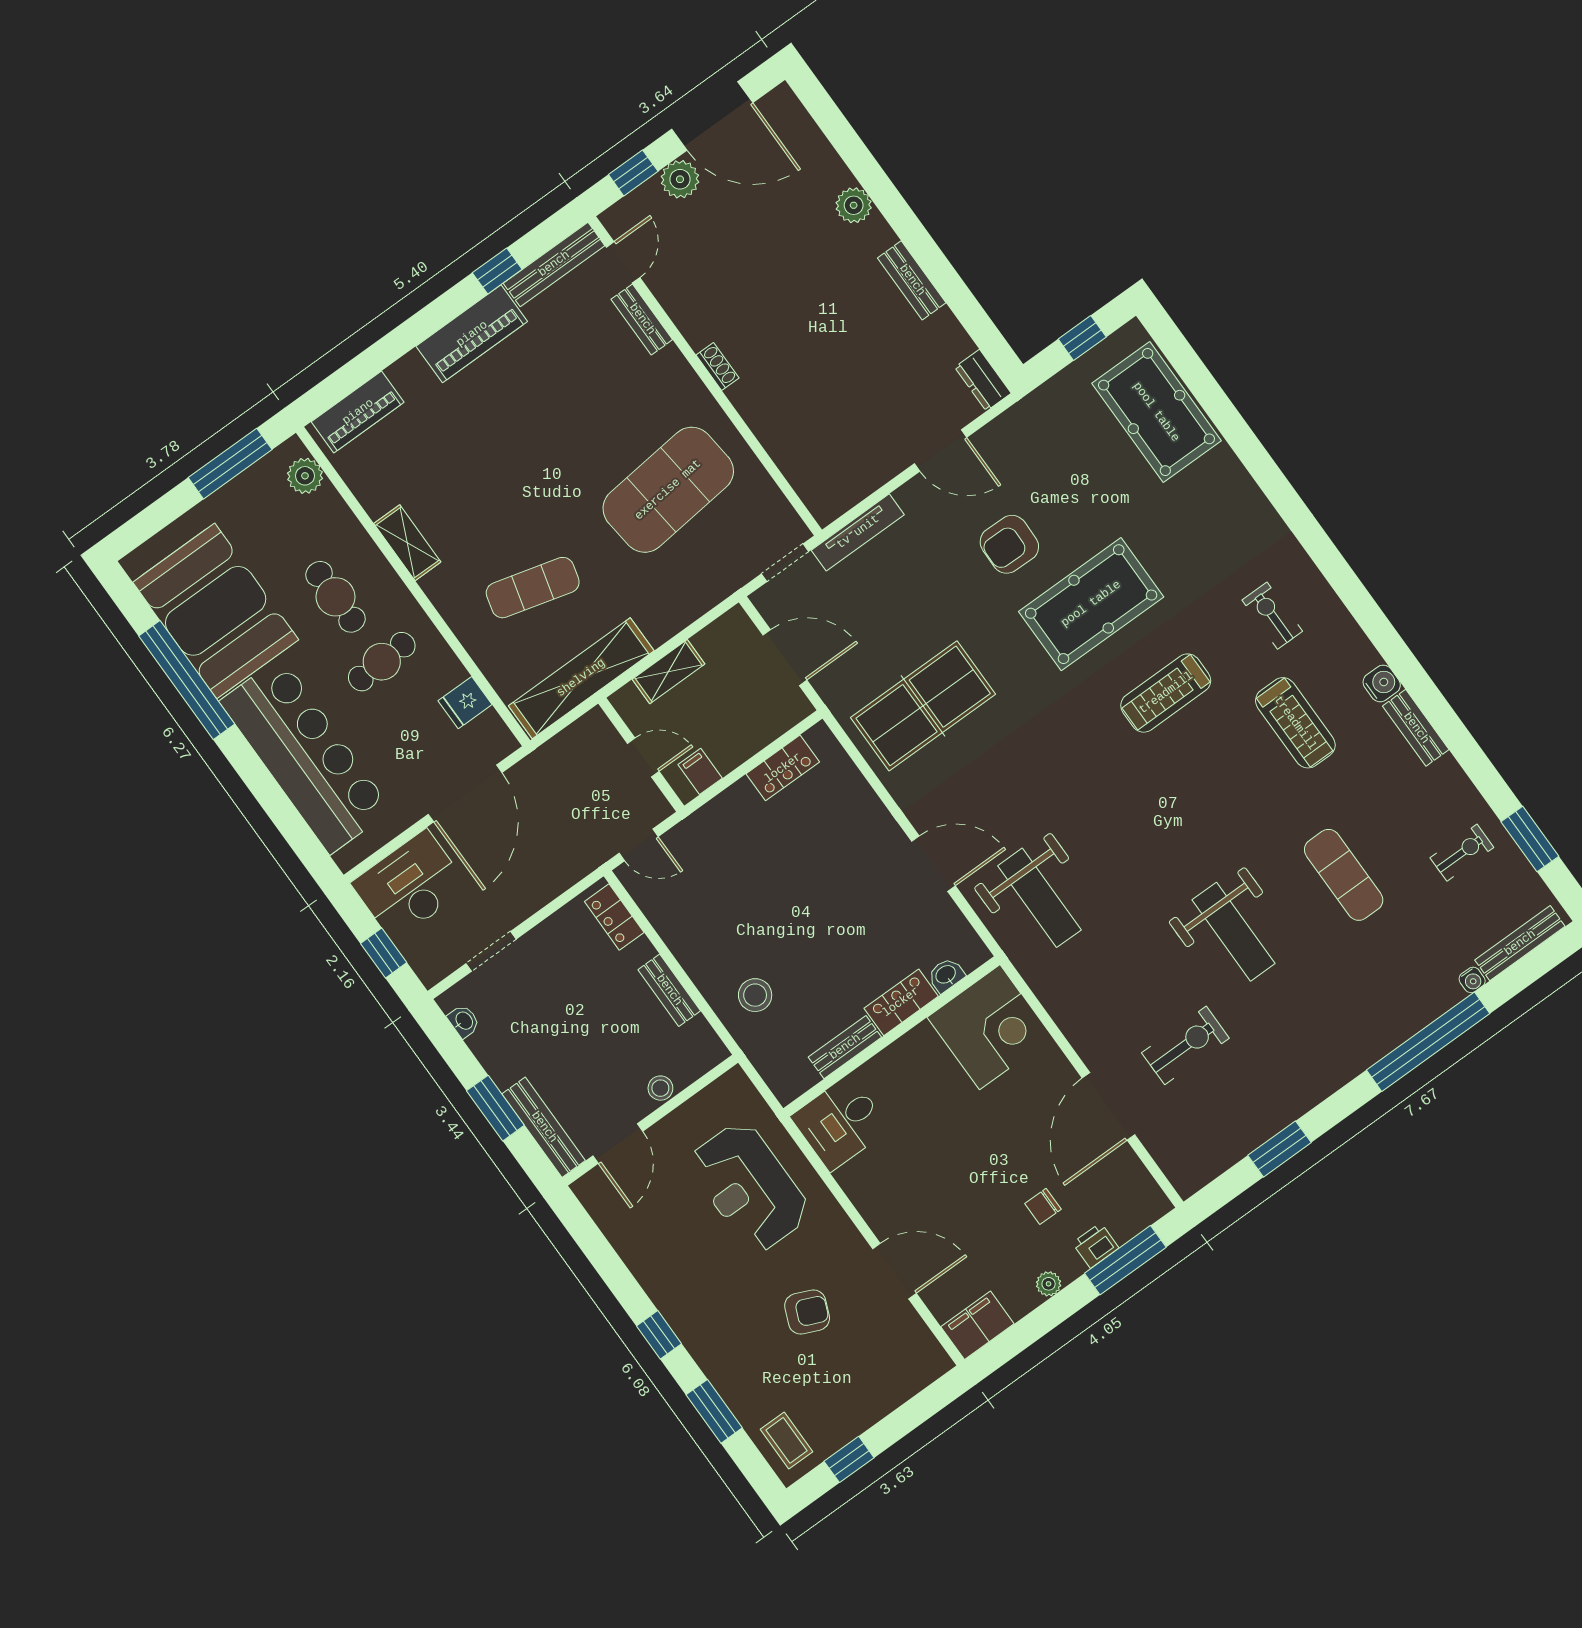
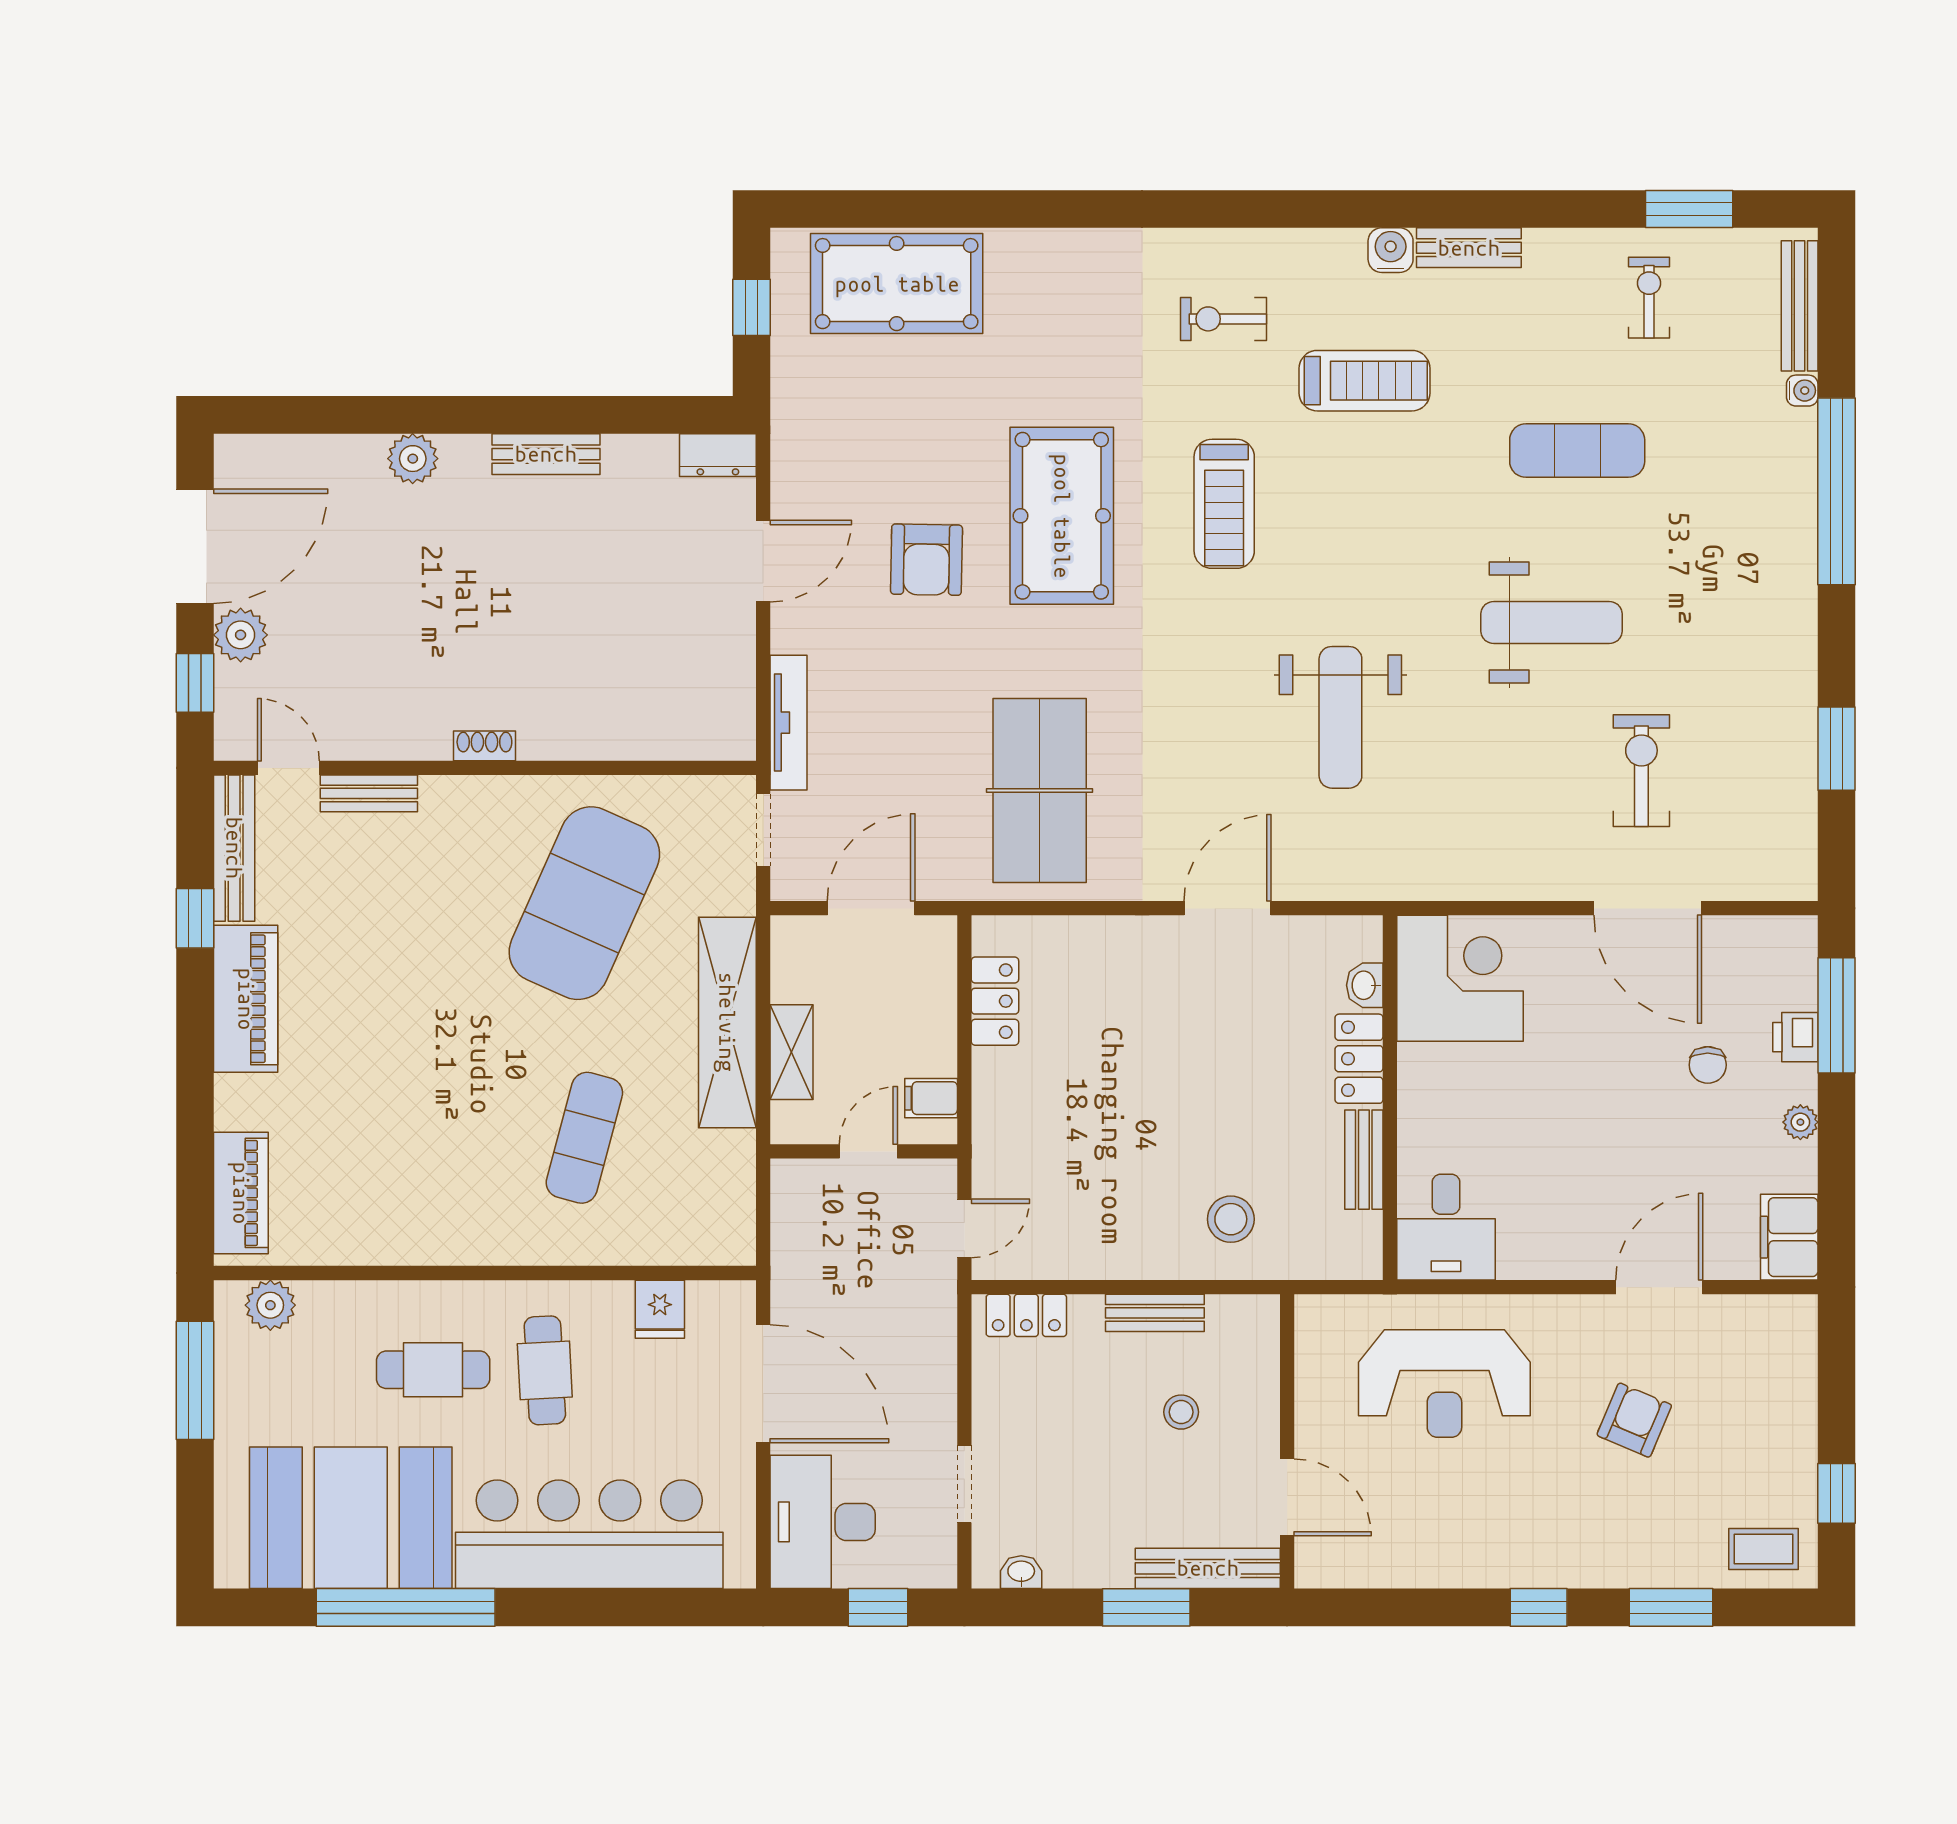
exercise mat: (668, 490) -> (584, 903), turned 30
shelving: (407, 543) -> (430, 1244), removed
shelving: (581, 678) -> (727, 1022), moved
weight bench: (1039, 898) -> (1340, 717), moved, turned 90
stool: (660, 1088) -> (1181, 1412), moved

